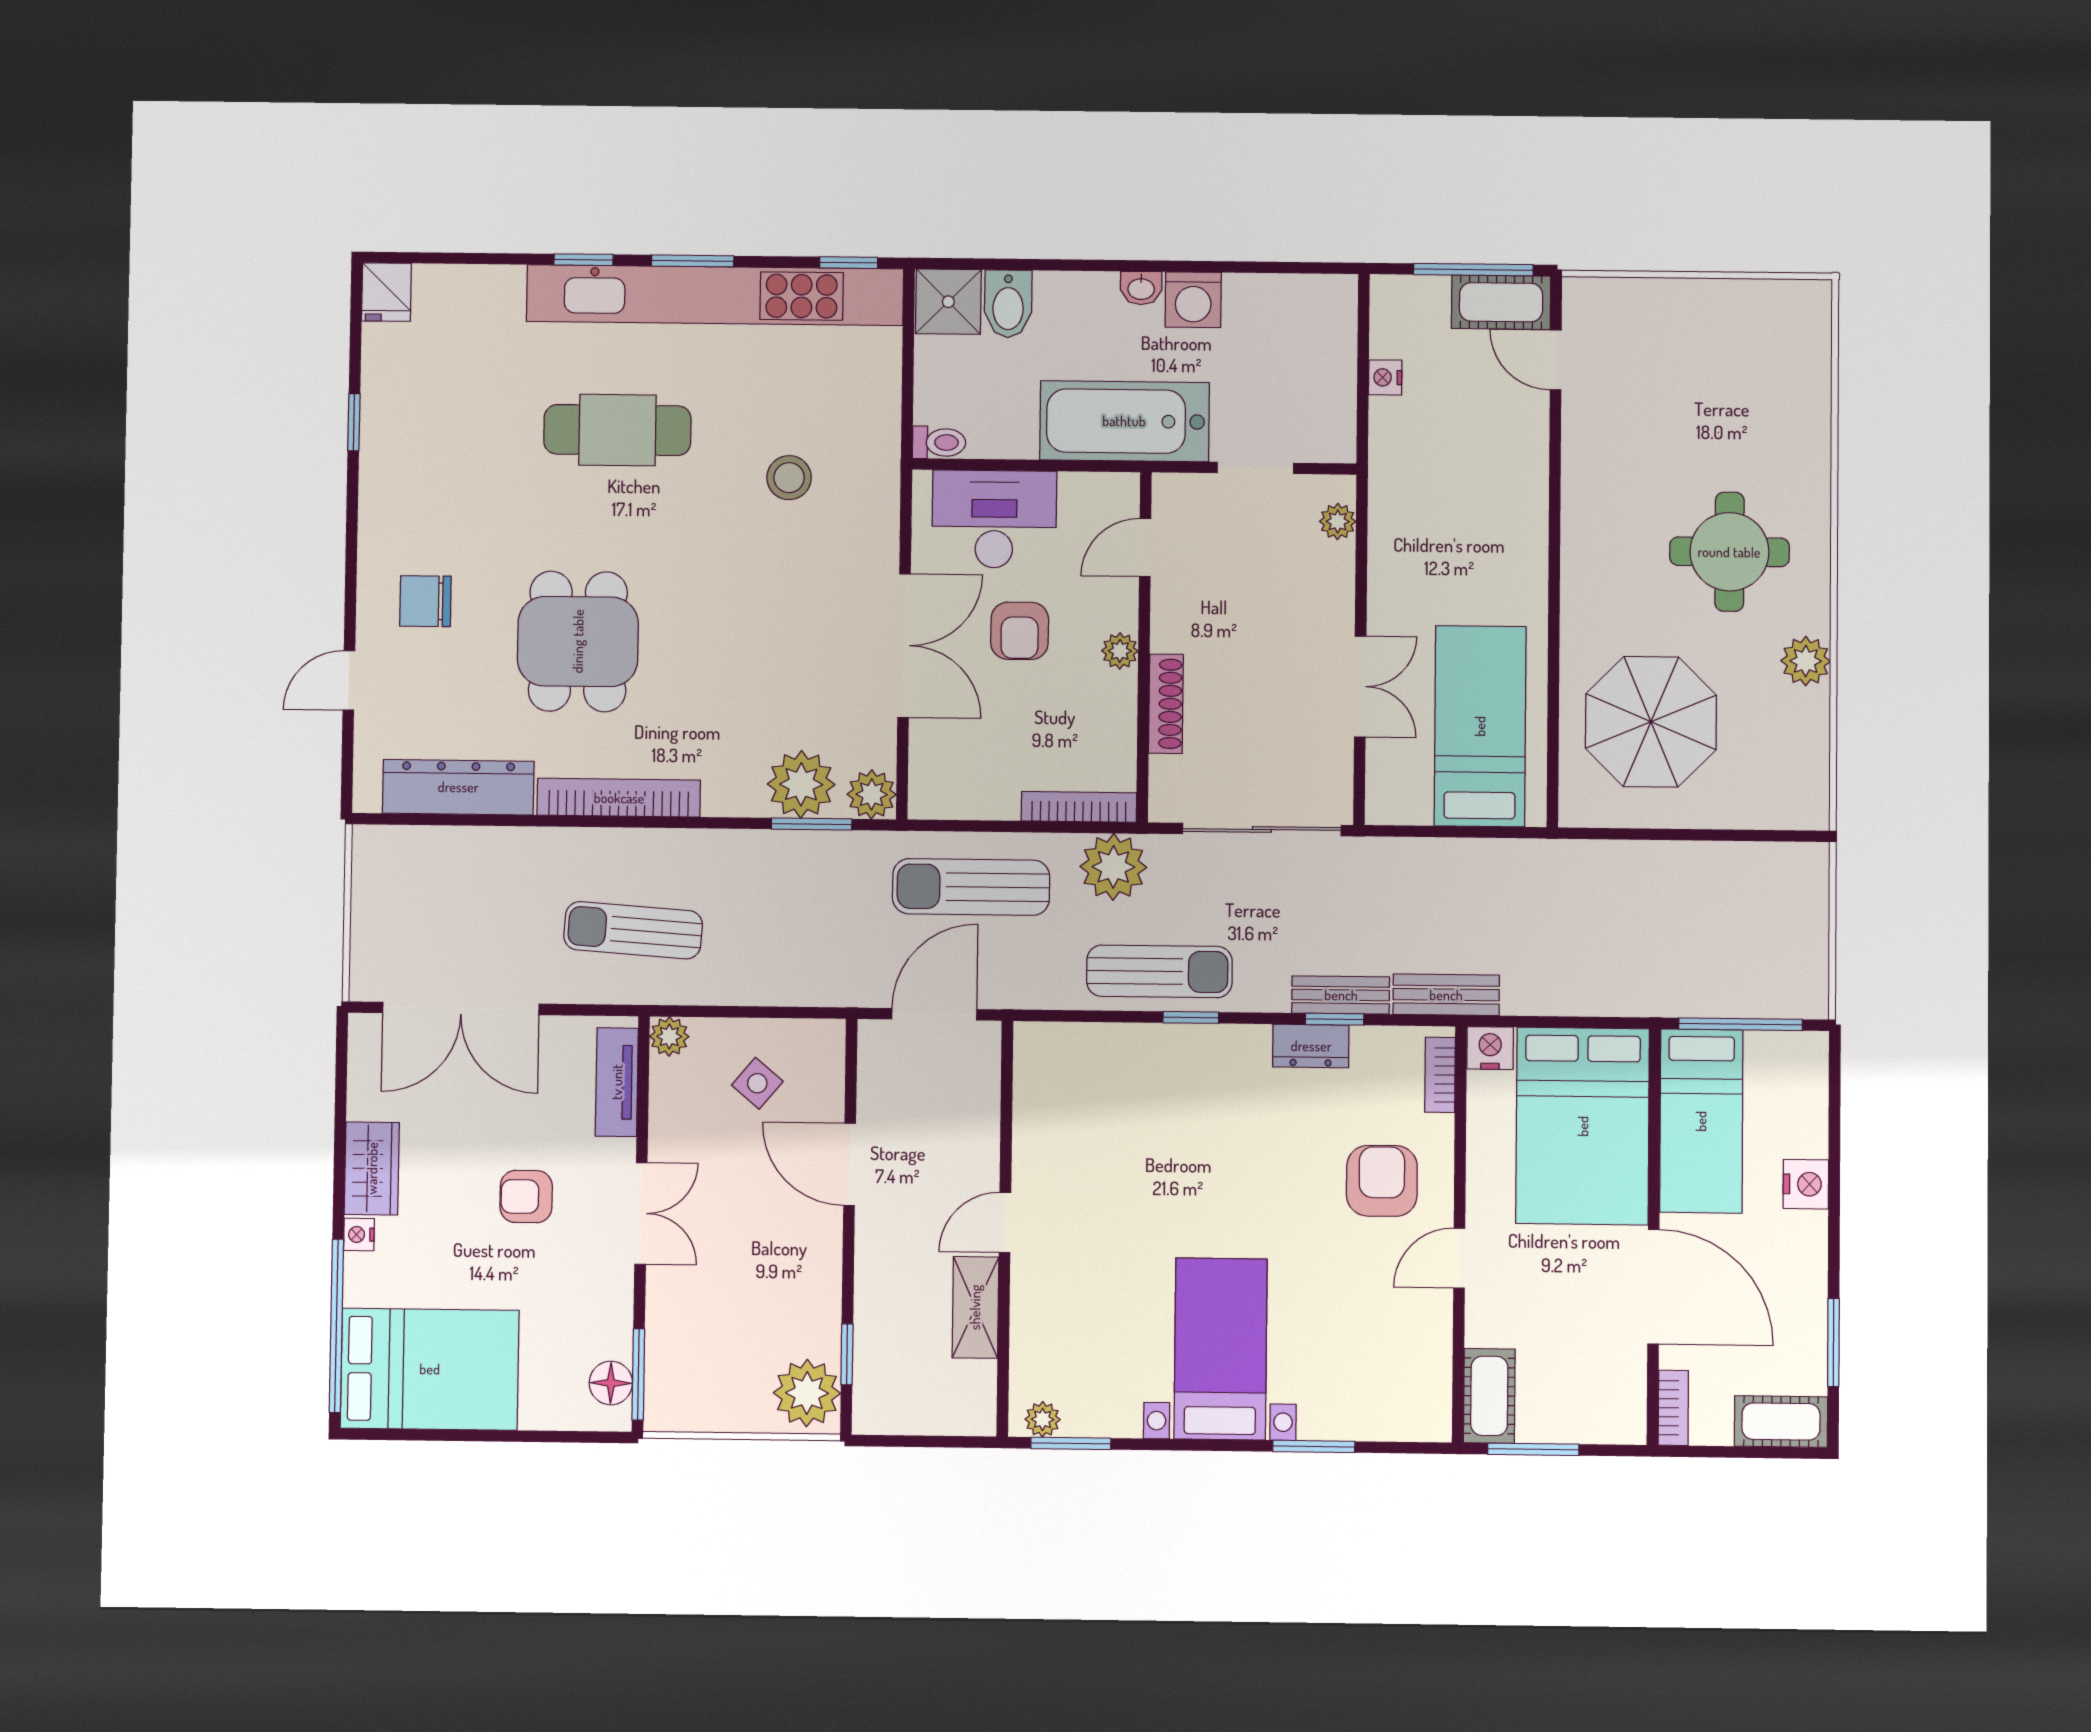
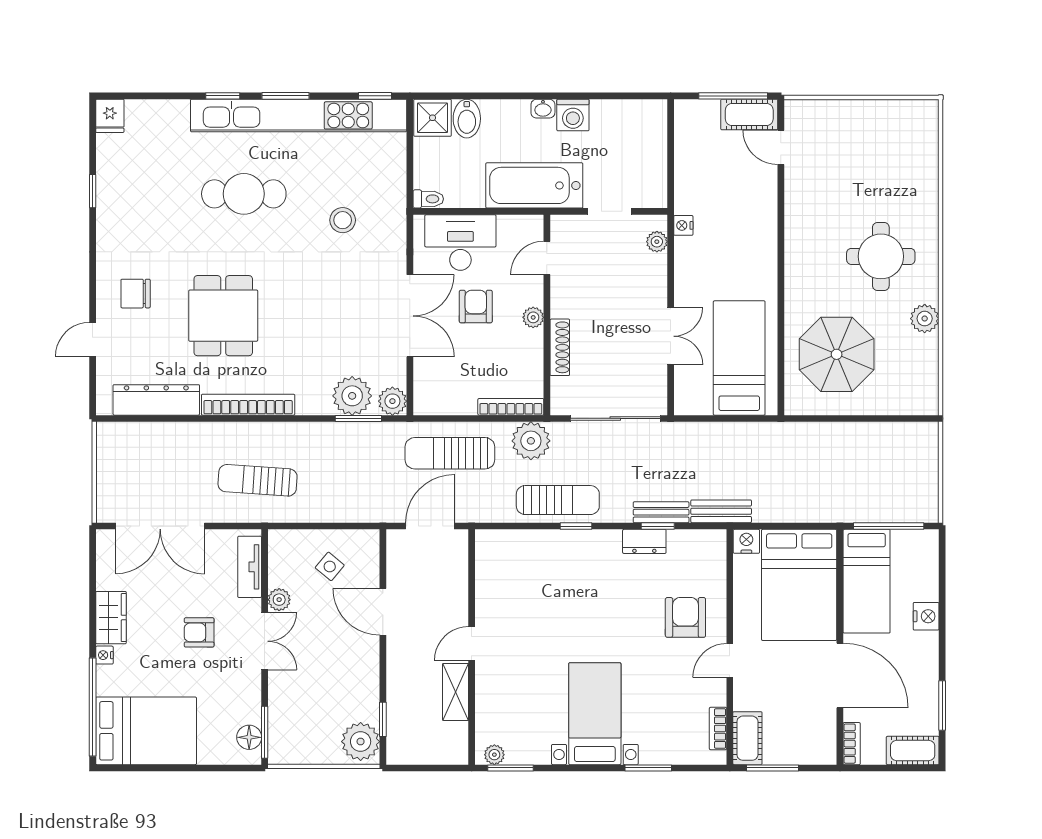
nightstand: (1385, 377) -> (683, 225), moved
armchair: (1020, 631) -> (476, 307), turned 180
plant: (669, 1037) -> (279, 600), moved
bookcase: (1440, 1075) -> (718, 728), moved

